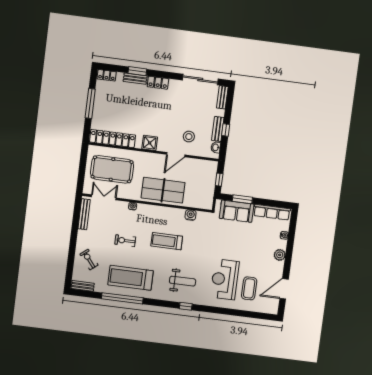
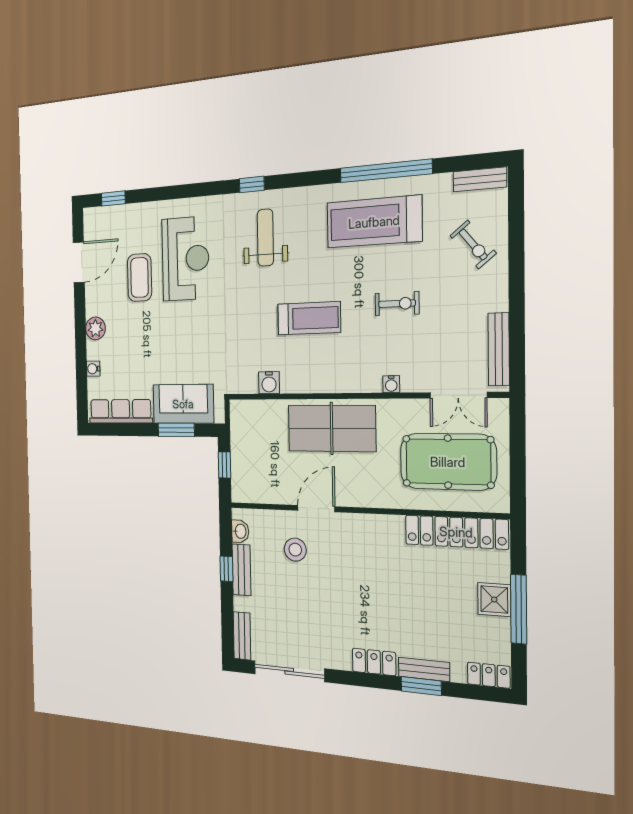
shower: (150, 143) -> (494, 600), moved
treadmill: (131, 278) -> (374, 222), turned 180
weight bench: (183, 281) -> (265, 238), turned 90
coffee table: (249, 288) -> (140, 277), moved
window: (259, 316) -> (113, 198), added

